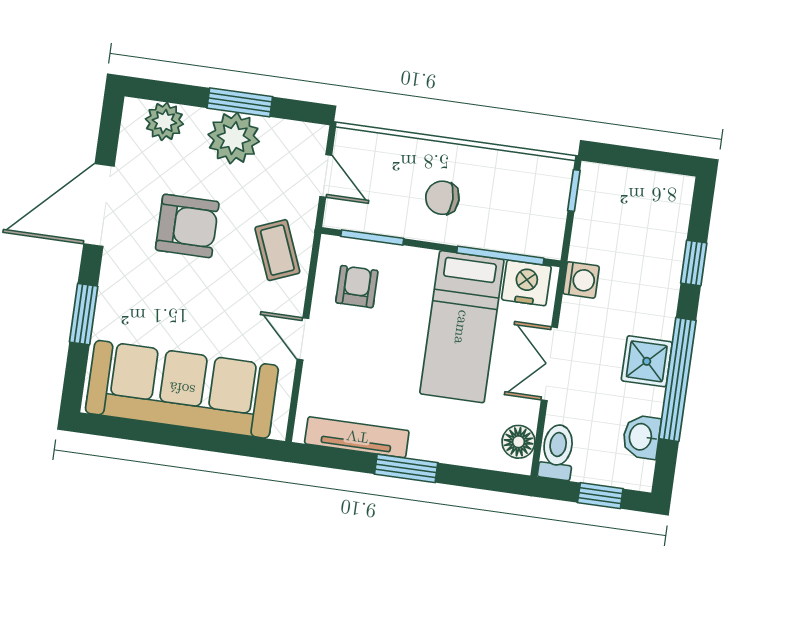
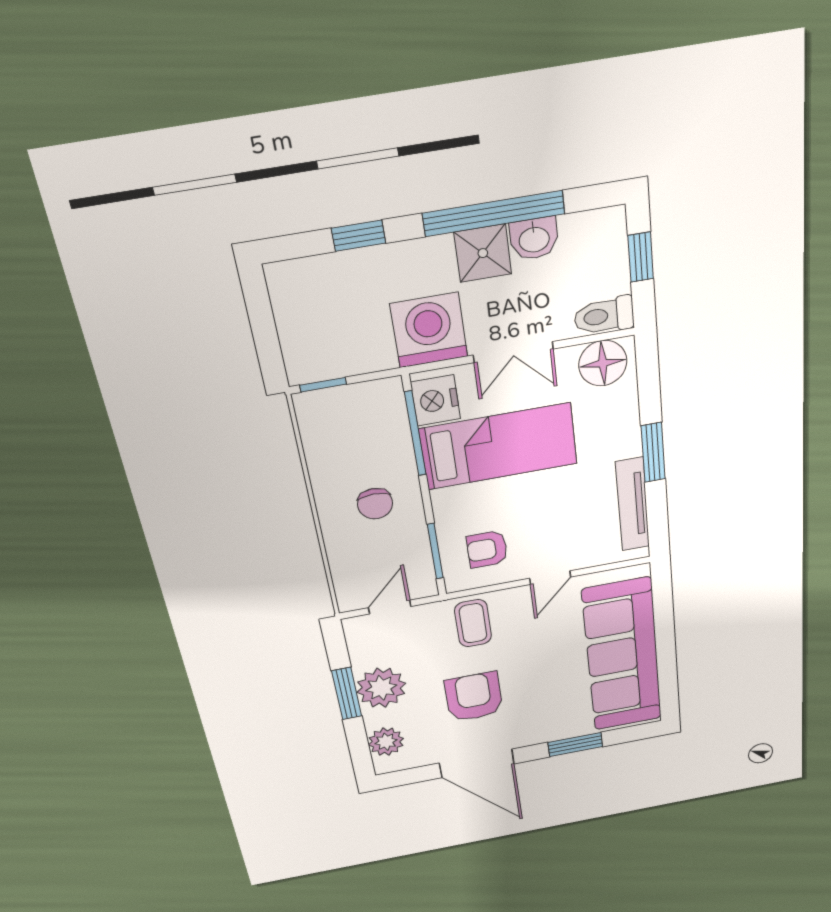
coffee table: (277, 250) -> (473, 623), turned -68
washing machine: (581, 280) -> (429, 330), width x1.89, depth x1.89
washbasin: (641, 437) -> (534, 239), moved
floor lamp: (518, 442) -> (603, 363), width x1.38, depth x1.38

